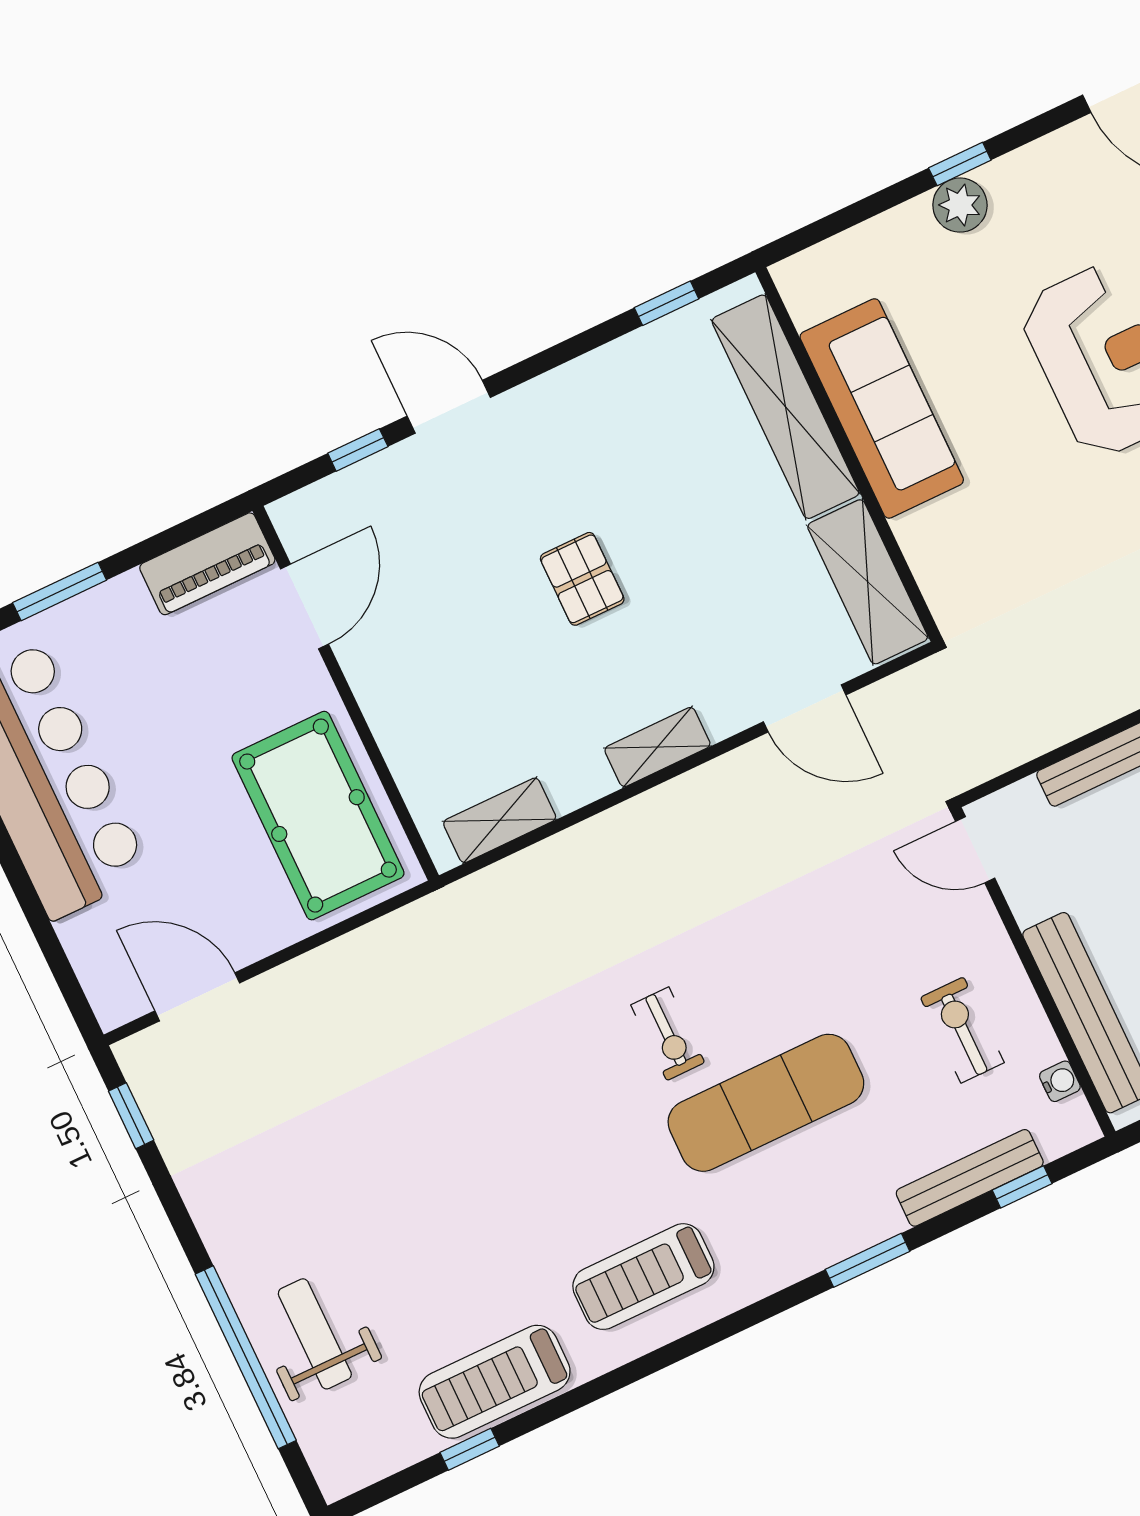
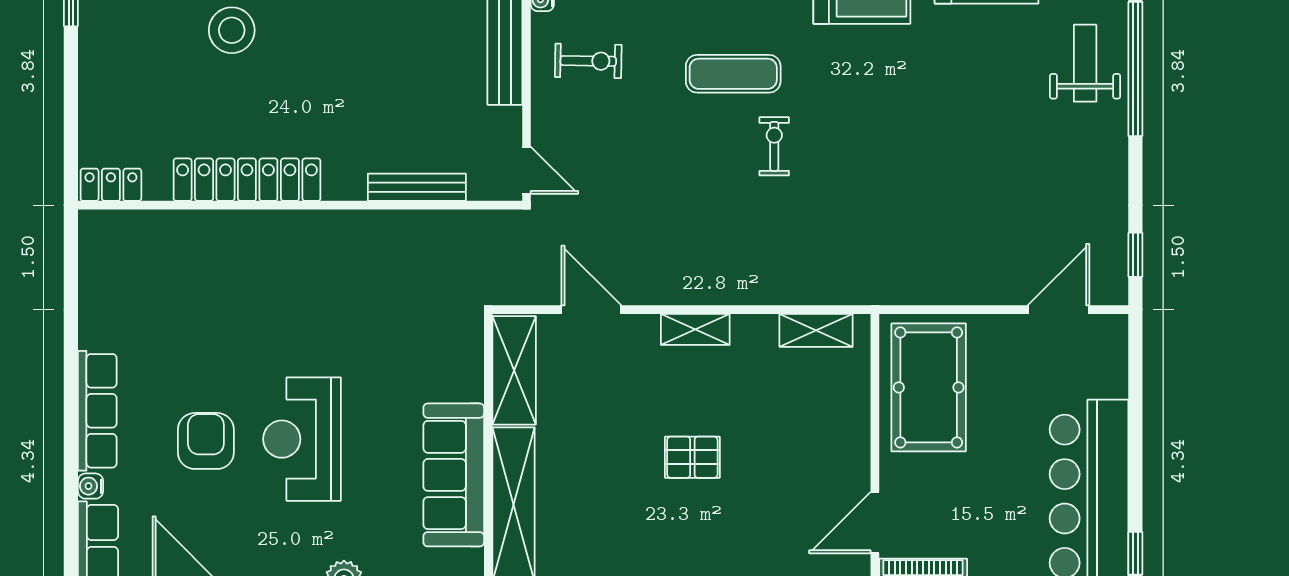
pallet: (582, 579) -> (692, 457), turned 90
door: (197, 997) -> (1058, 310), swing flipped
exercise bike: (962, 1030) -> (588, 61), turned -89
exercise mat: (766, 1103) -> (733, 74), width x0.73, depth x0.69
weight bench: (315, 1334) -> (1085, 63), turned 180

